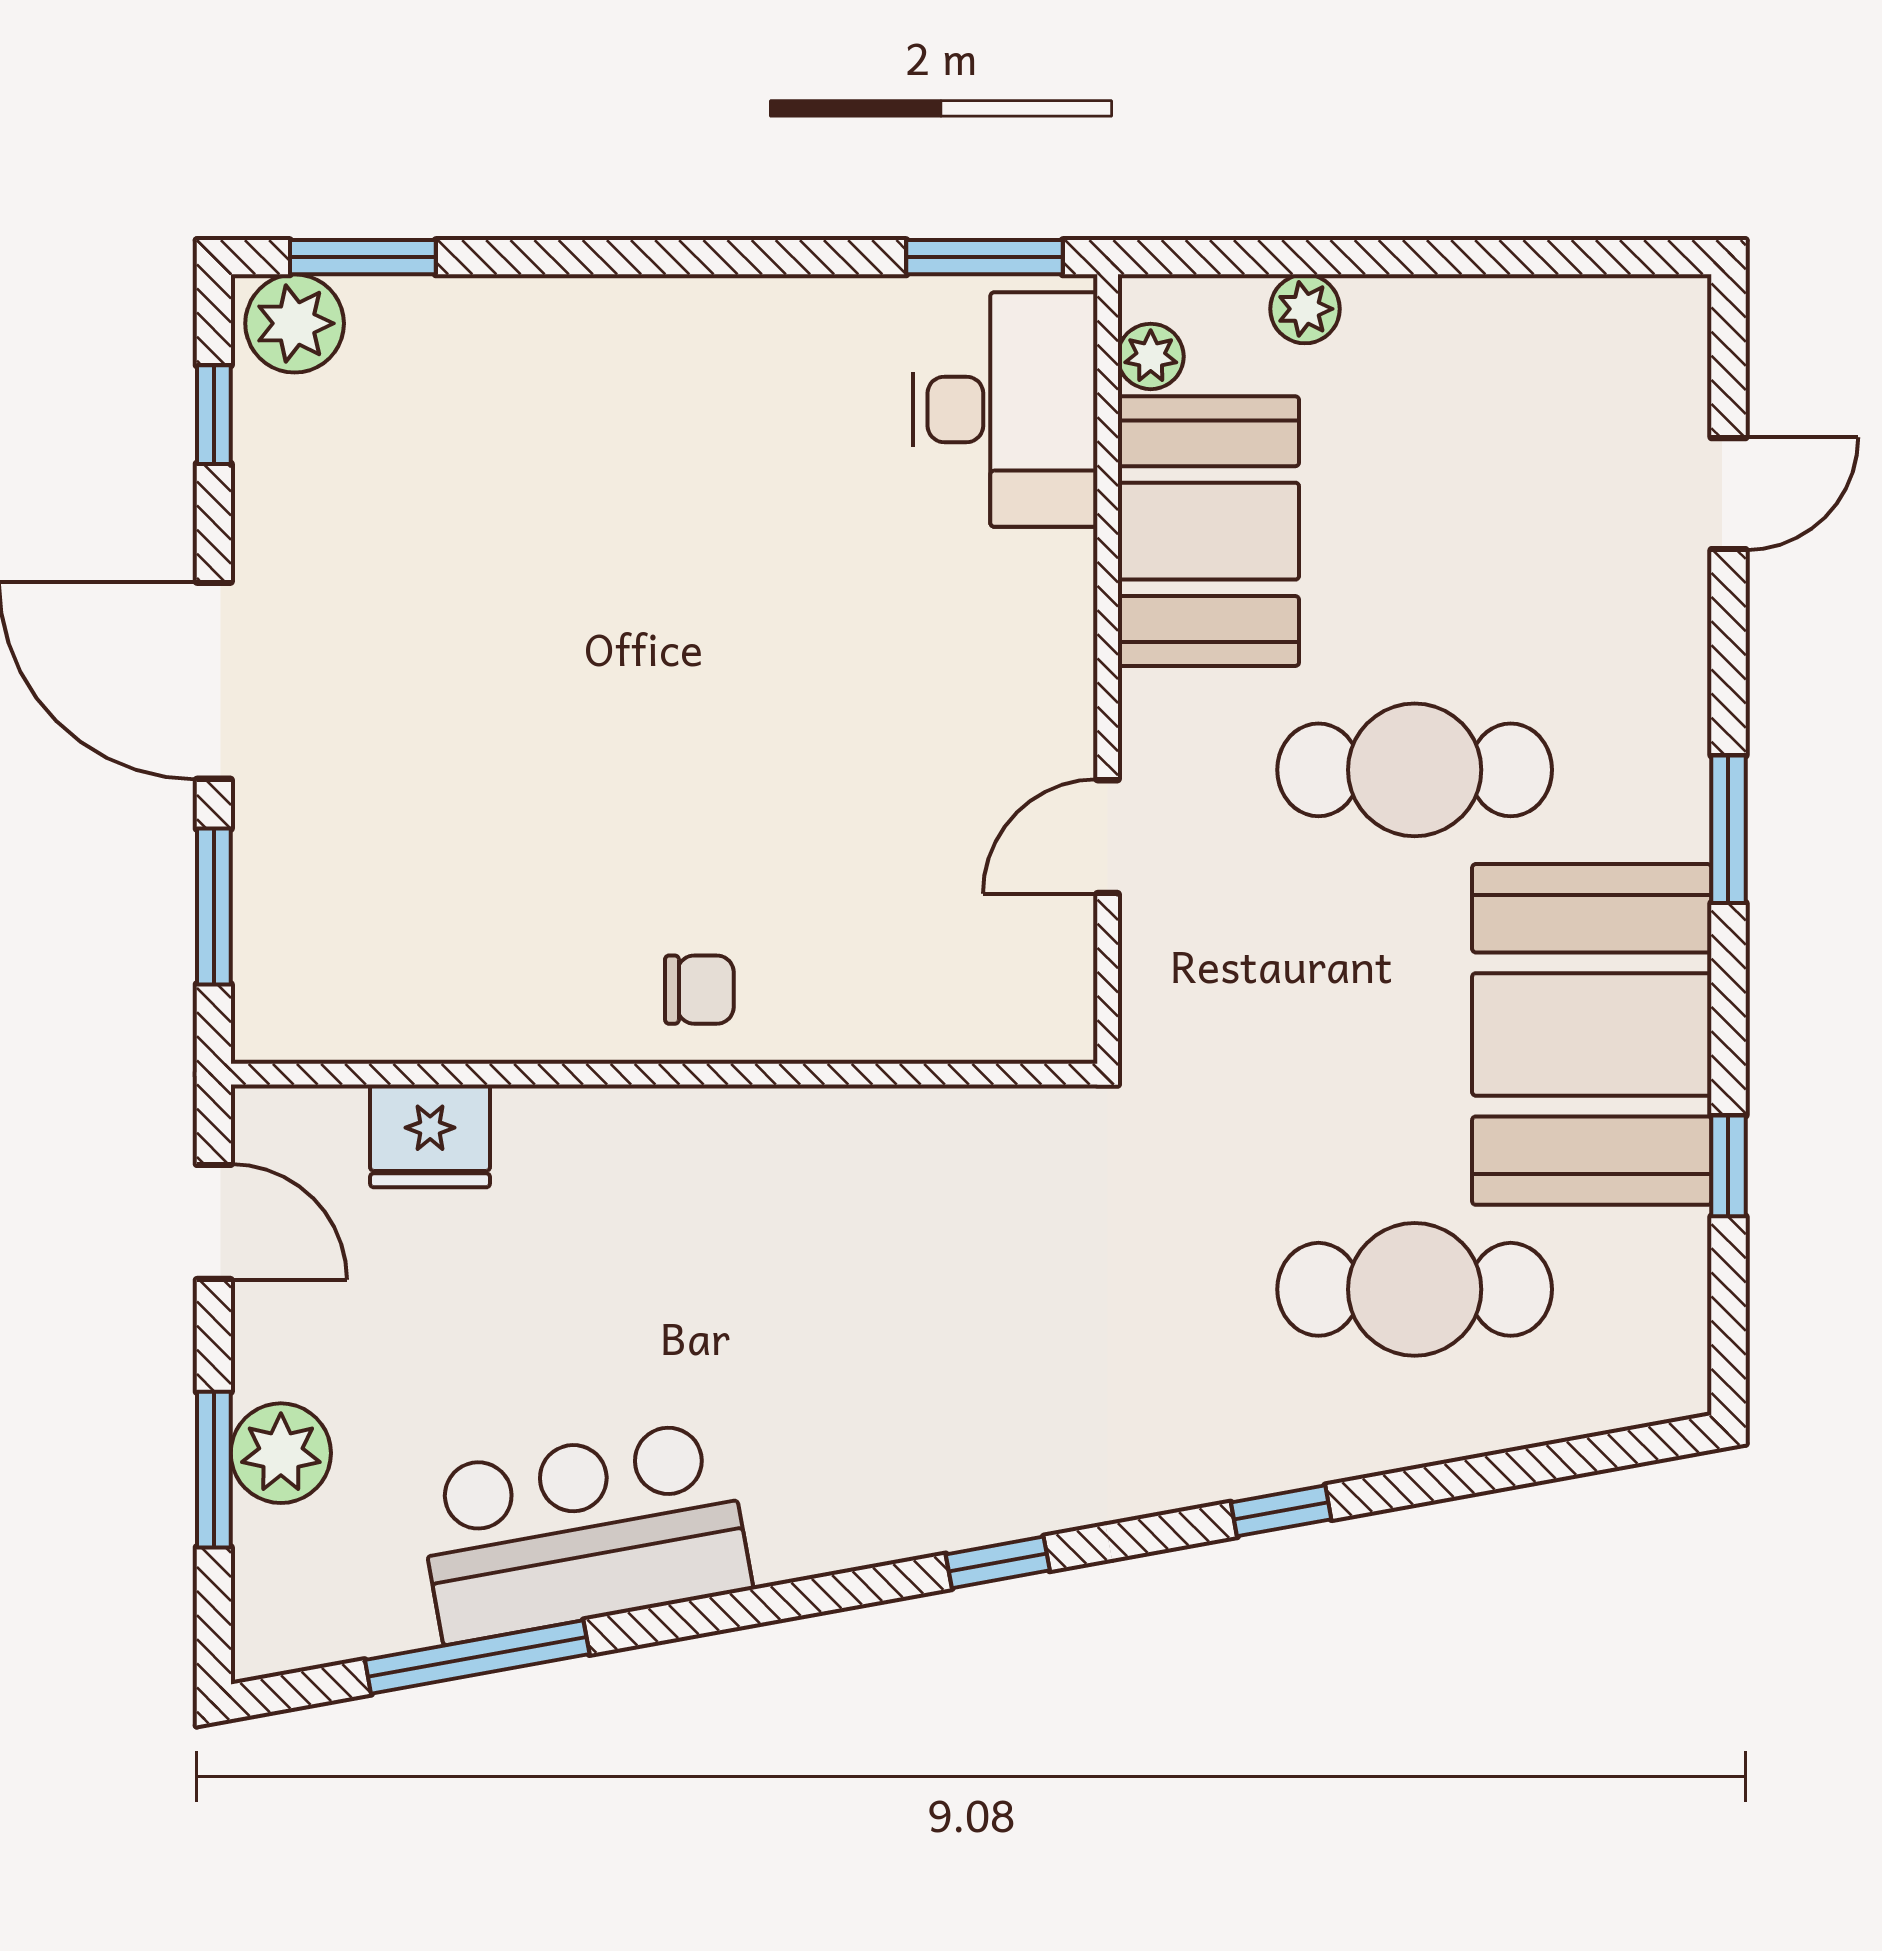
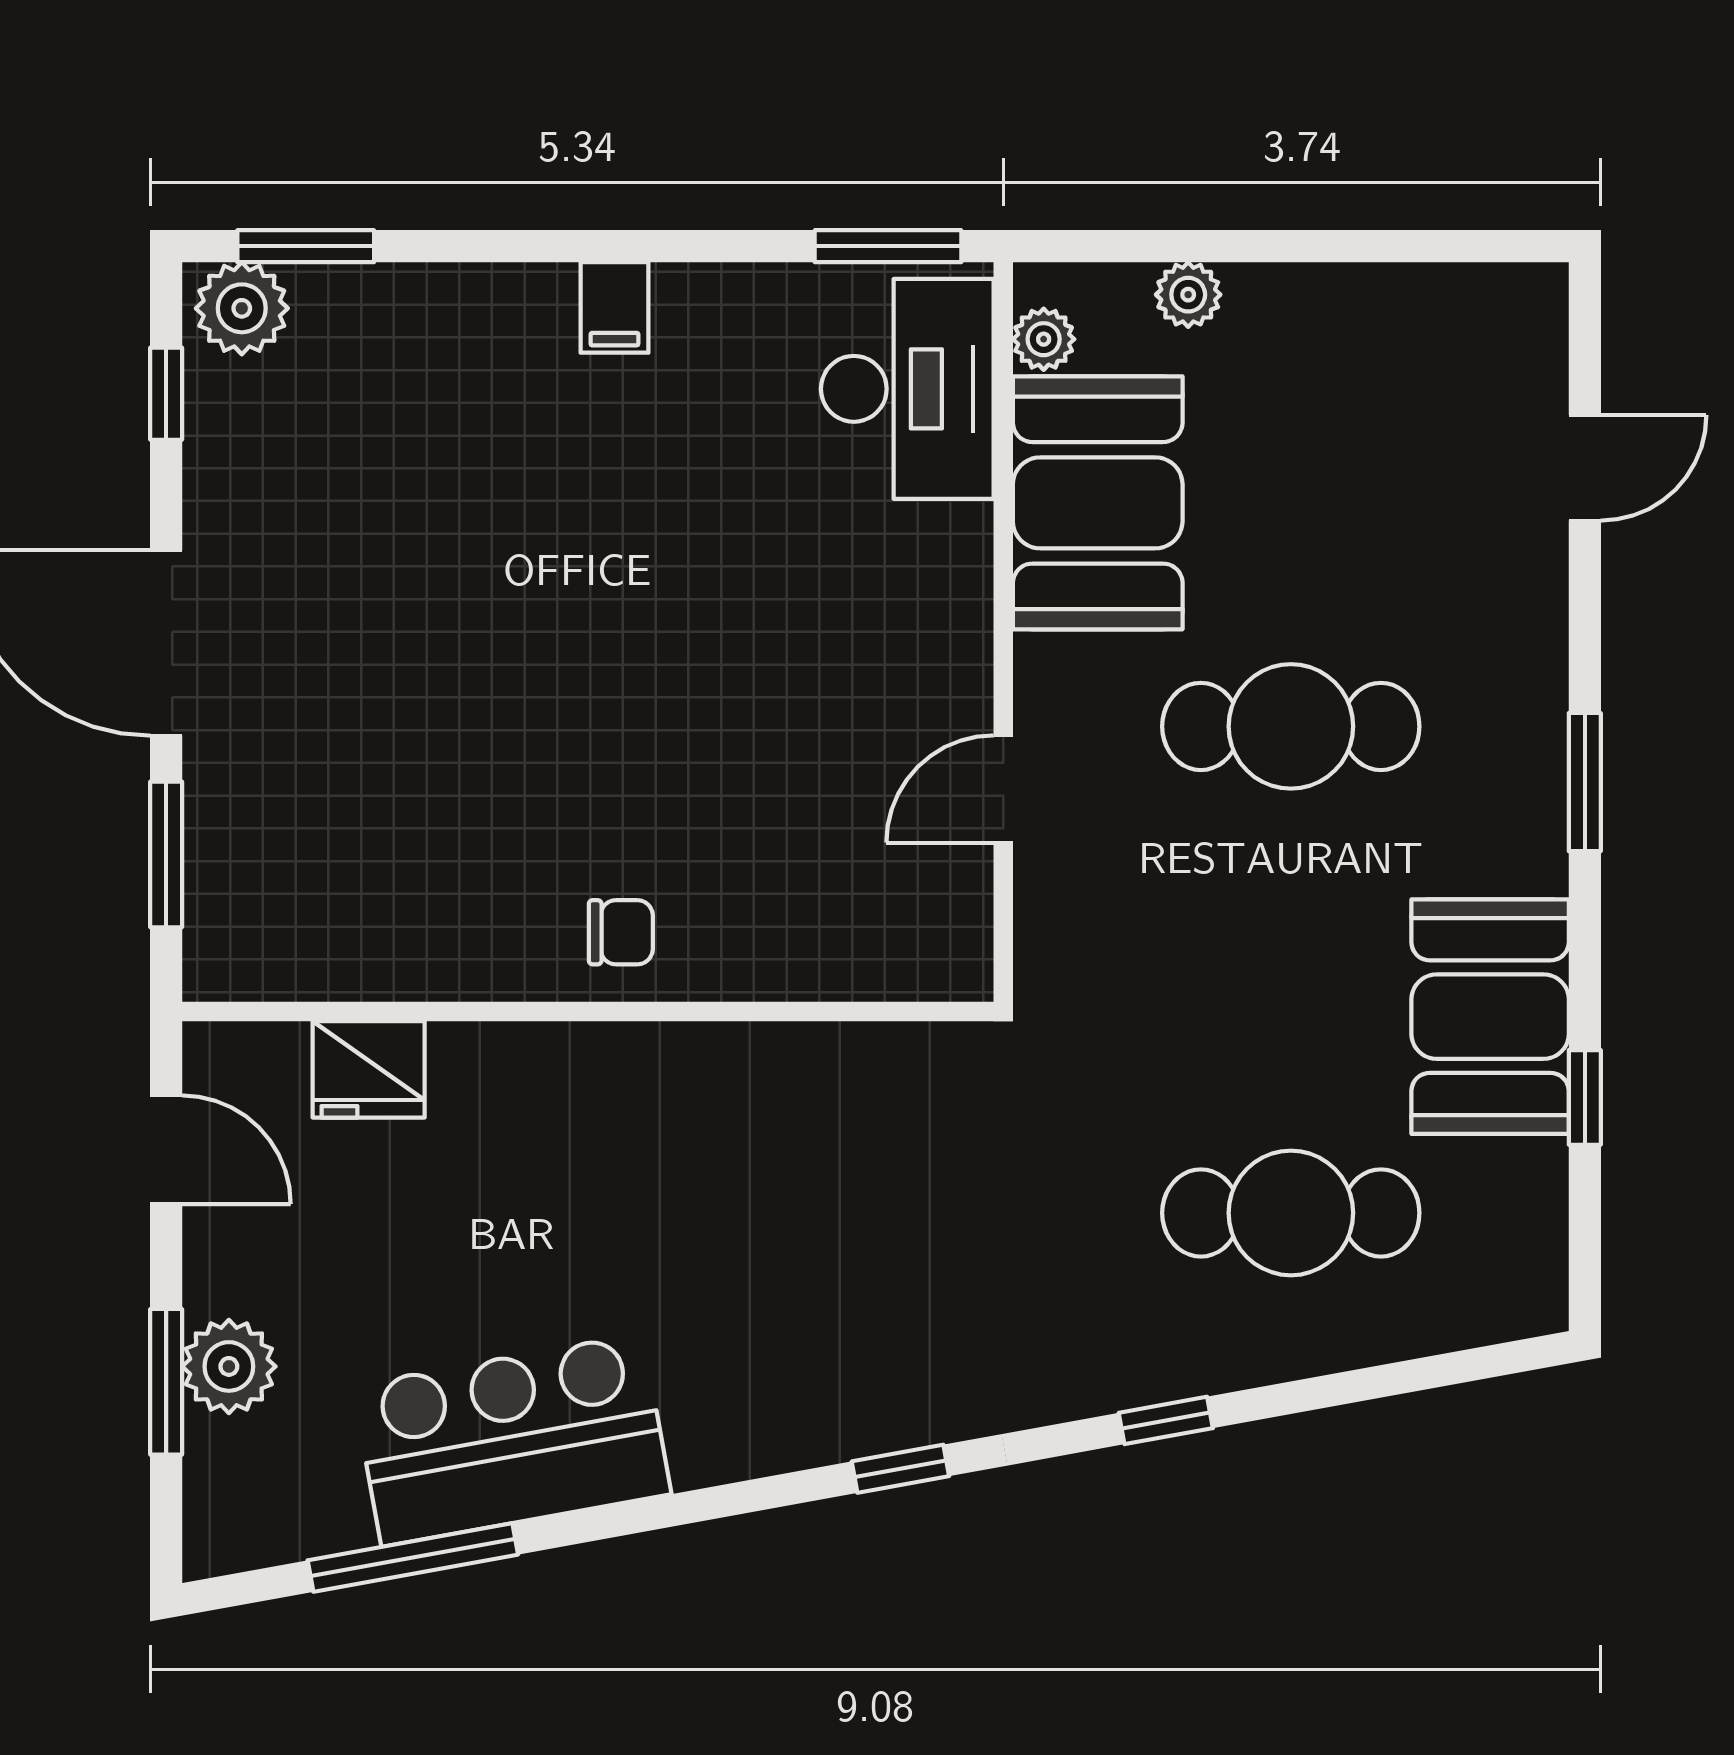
filing cabinet: (692, 323) -> (614, 307), added
booth: (1592, 1034) -> (1490, 1017), width x0.73, depth x0.70

